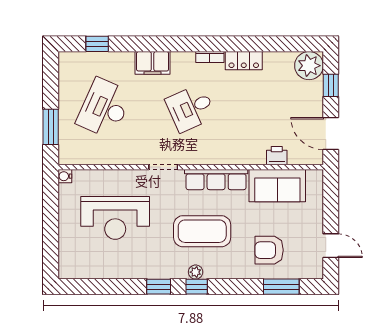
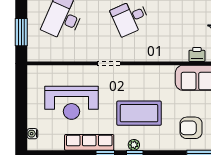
water cooler: (65, 176) -> (32, 134), moved
row of seats: (216, 180) -> (89, 142), moved, turned 180

